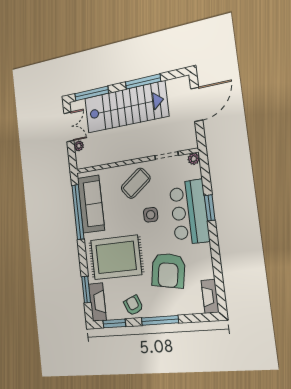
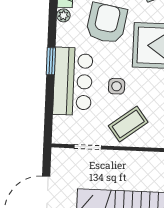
plant: (194, 159) -> (63, 15), moved
window: (210, 208) -> (51, 61), moved

